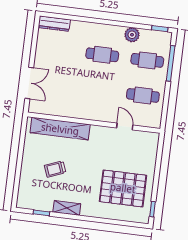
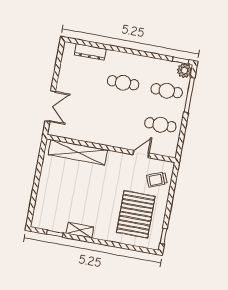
dresser: (54, 24) -> (90, 52), moved
plant: (132, 35) -> (184, 71), moved
door: (125, 127) -> (141, 154), hinge flipped
trolley: (55, 169) -> (157, 180), moved
pallet: (123, 188) -> (136, 214), turned 90

